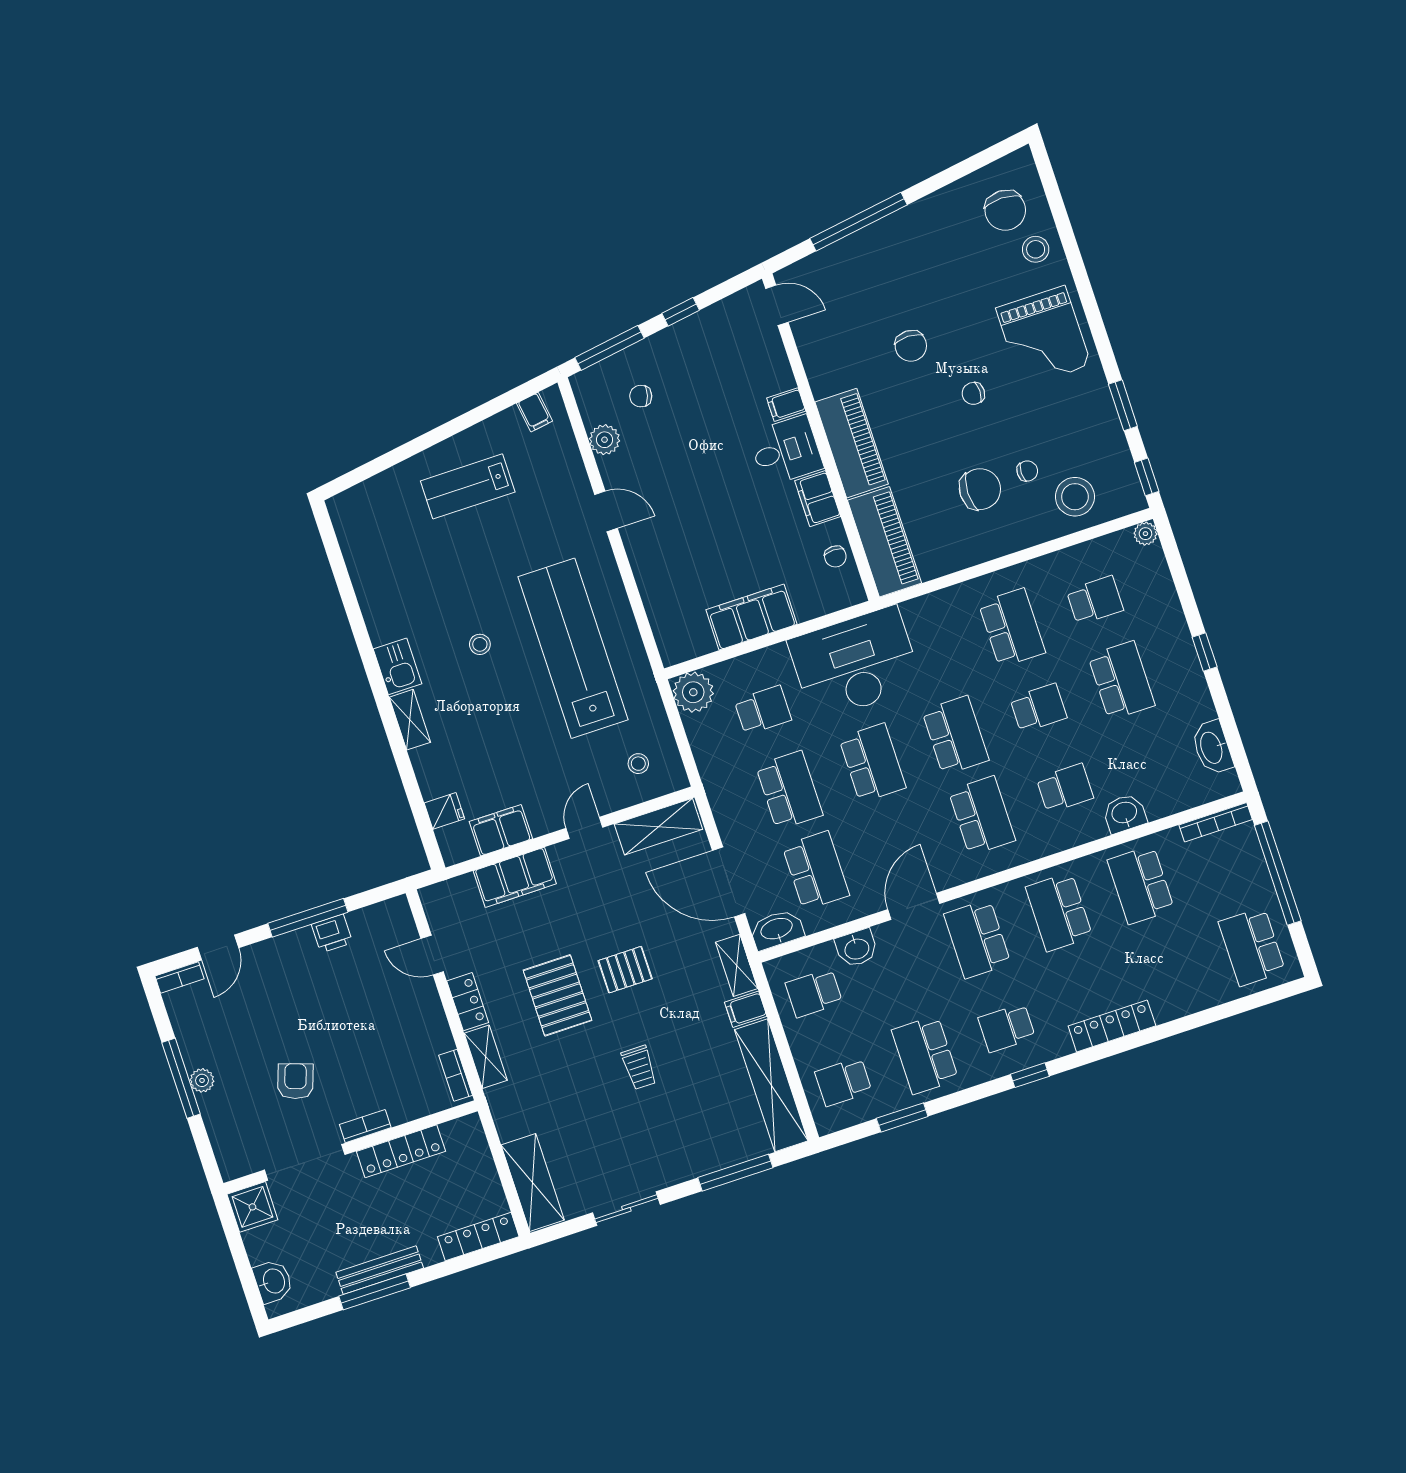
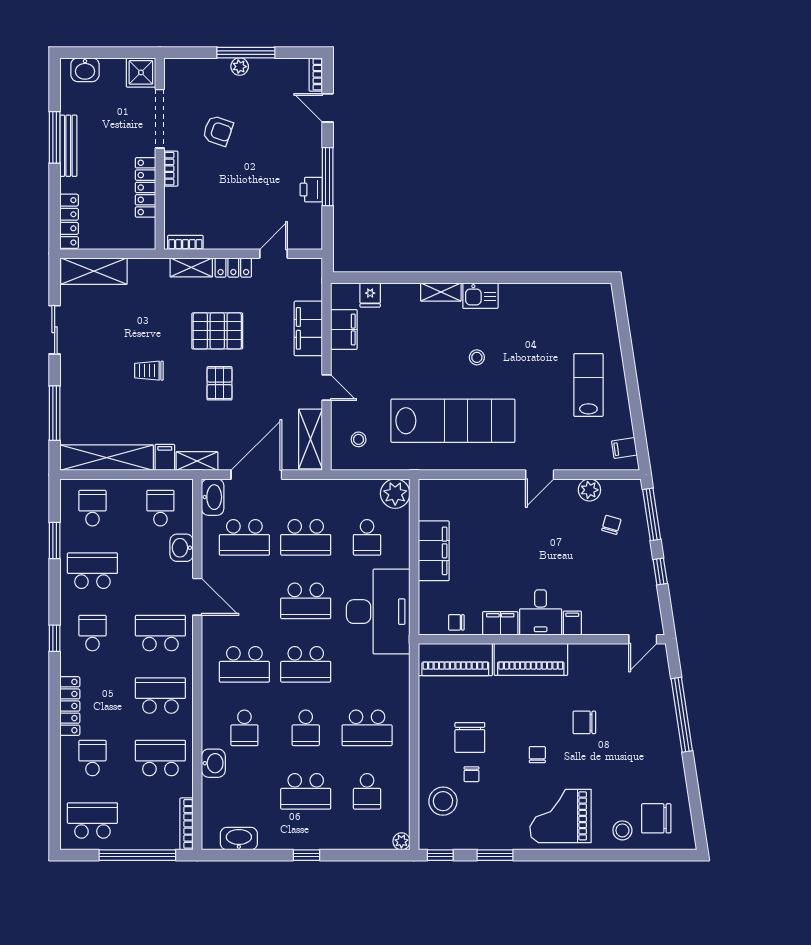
school desk: (1170, 974) -> (92, 758), added

